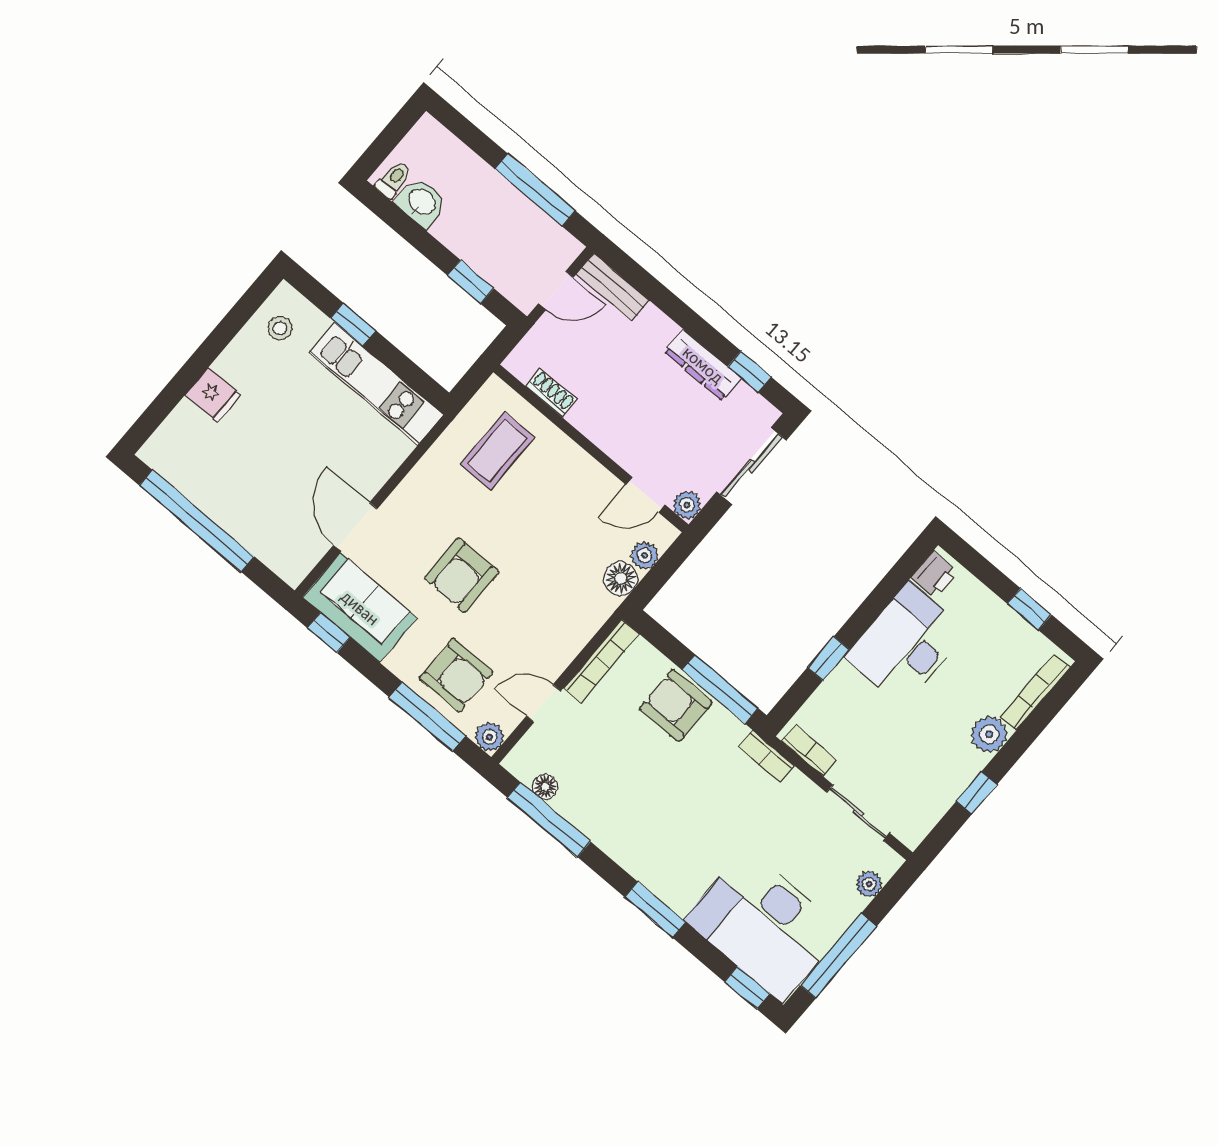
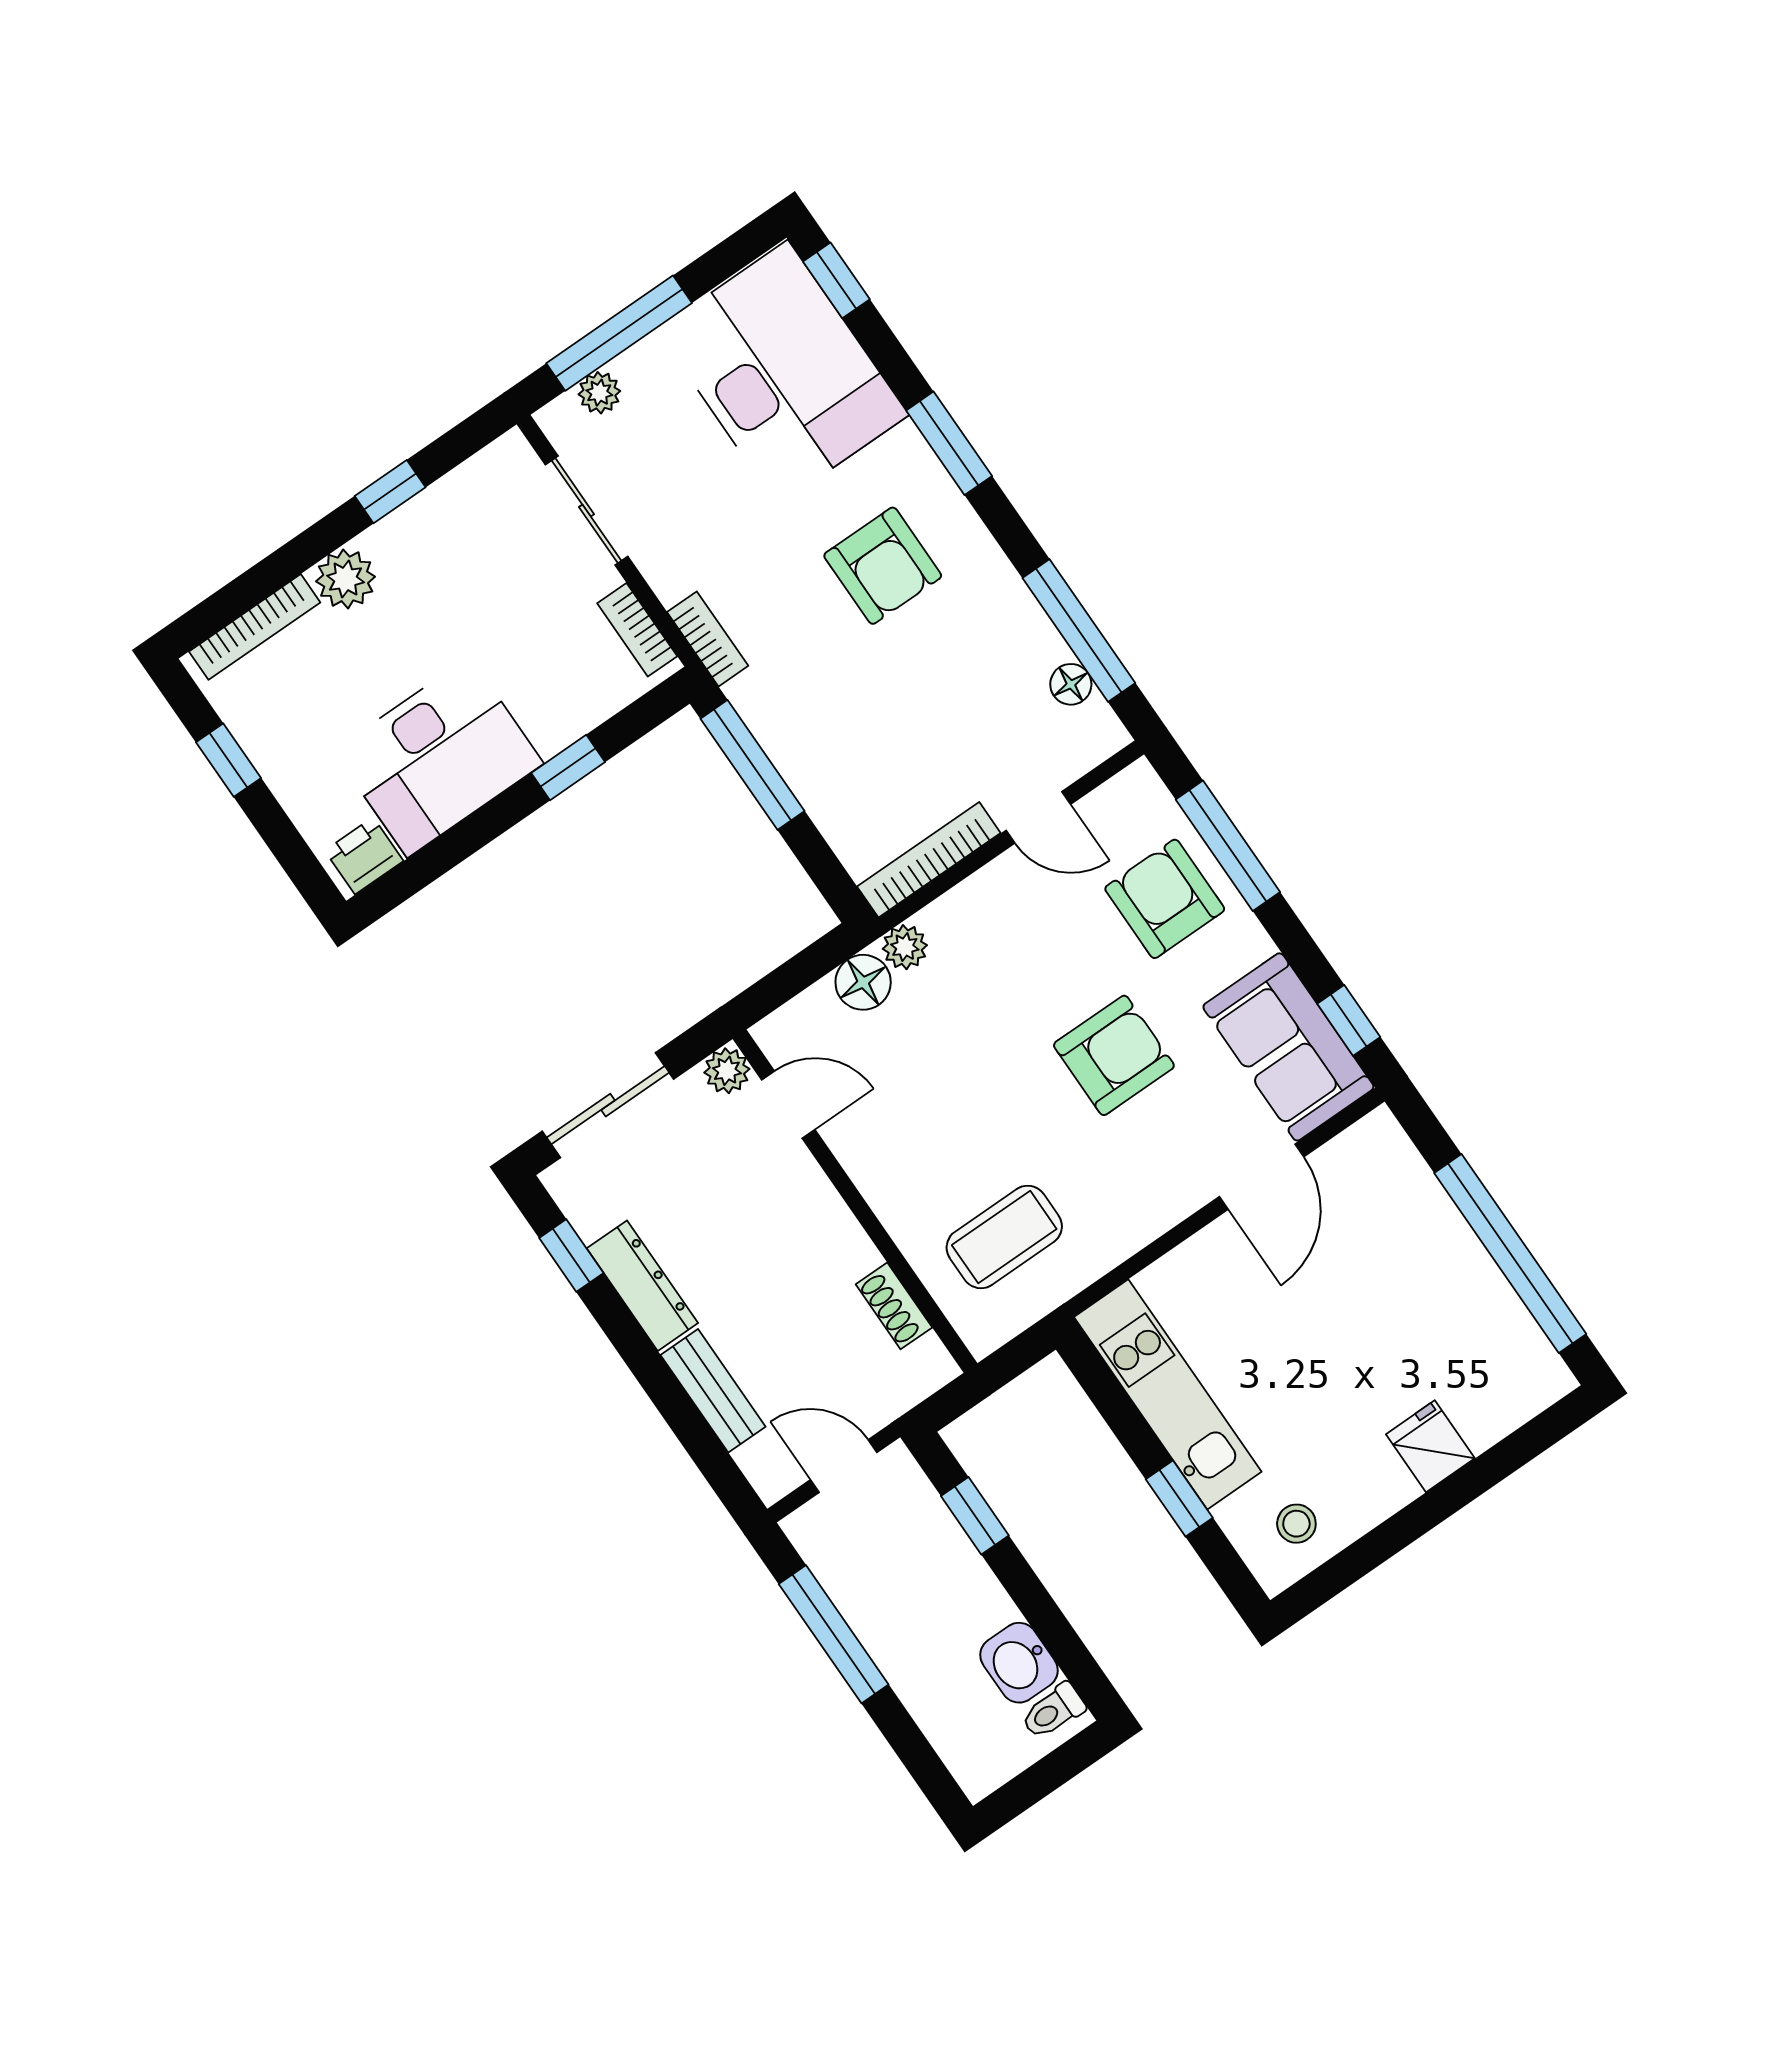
bench: (613, 287) -> (713, 1391), moved
plant: (645, 555) -> (905, 947), moved
armchair: (676, 705) -> (883, 566), moved
plant: (490, 737) -> (1138, 787), removed
window: (838, 956) -> (619, 333), moved

